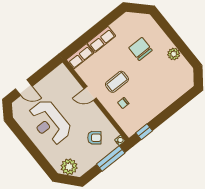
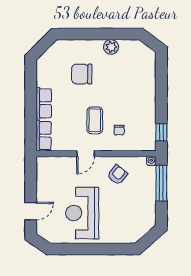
reception desk: (50, 122) -> (82, 213), turned 90
armchair: (94, 138) -> (117, 175), moved
plant: (69, 167) -> (138, 228), removed

